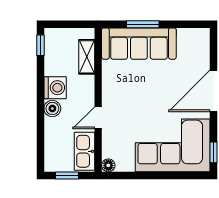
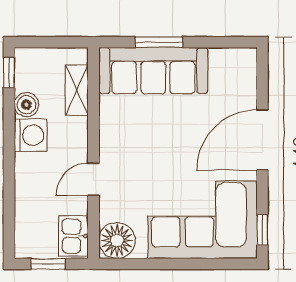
boiler: (52, 108) -> (26, 105), moved
kitchen sink: (84, 151) -> (73, 236), width x0.73
floor lamp: (108, 165) -> (117, 240), width x1.89, depth x1.89

